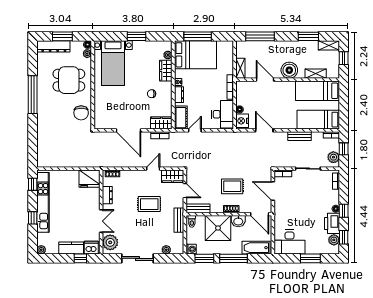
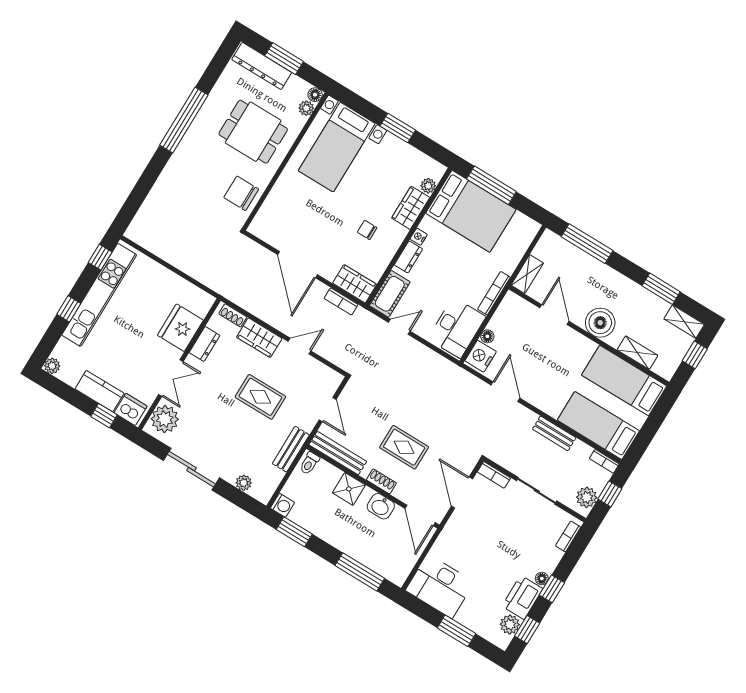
chair: (81, 113) -> (241, 193), turned 90
wardrobe: (173, 176) -> (259, 338), moved
fridge: (90, 179) -> (180, 328), moved, turned 90
bench: (198, 208) -> (338, 453), width x1.36
shower: (218, 228) -> (349, 489), width x0.54, depth x0.54
bathtub: (256, 248) -> (383, 563), removed
window: (234, 258) -> (360, 572), moved

